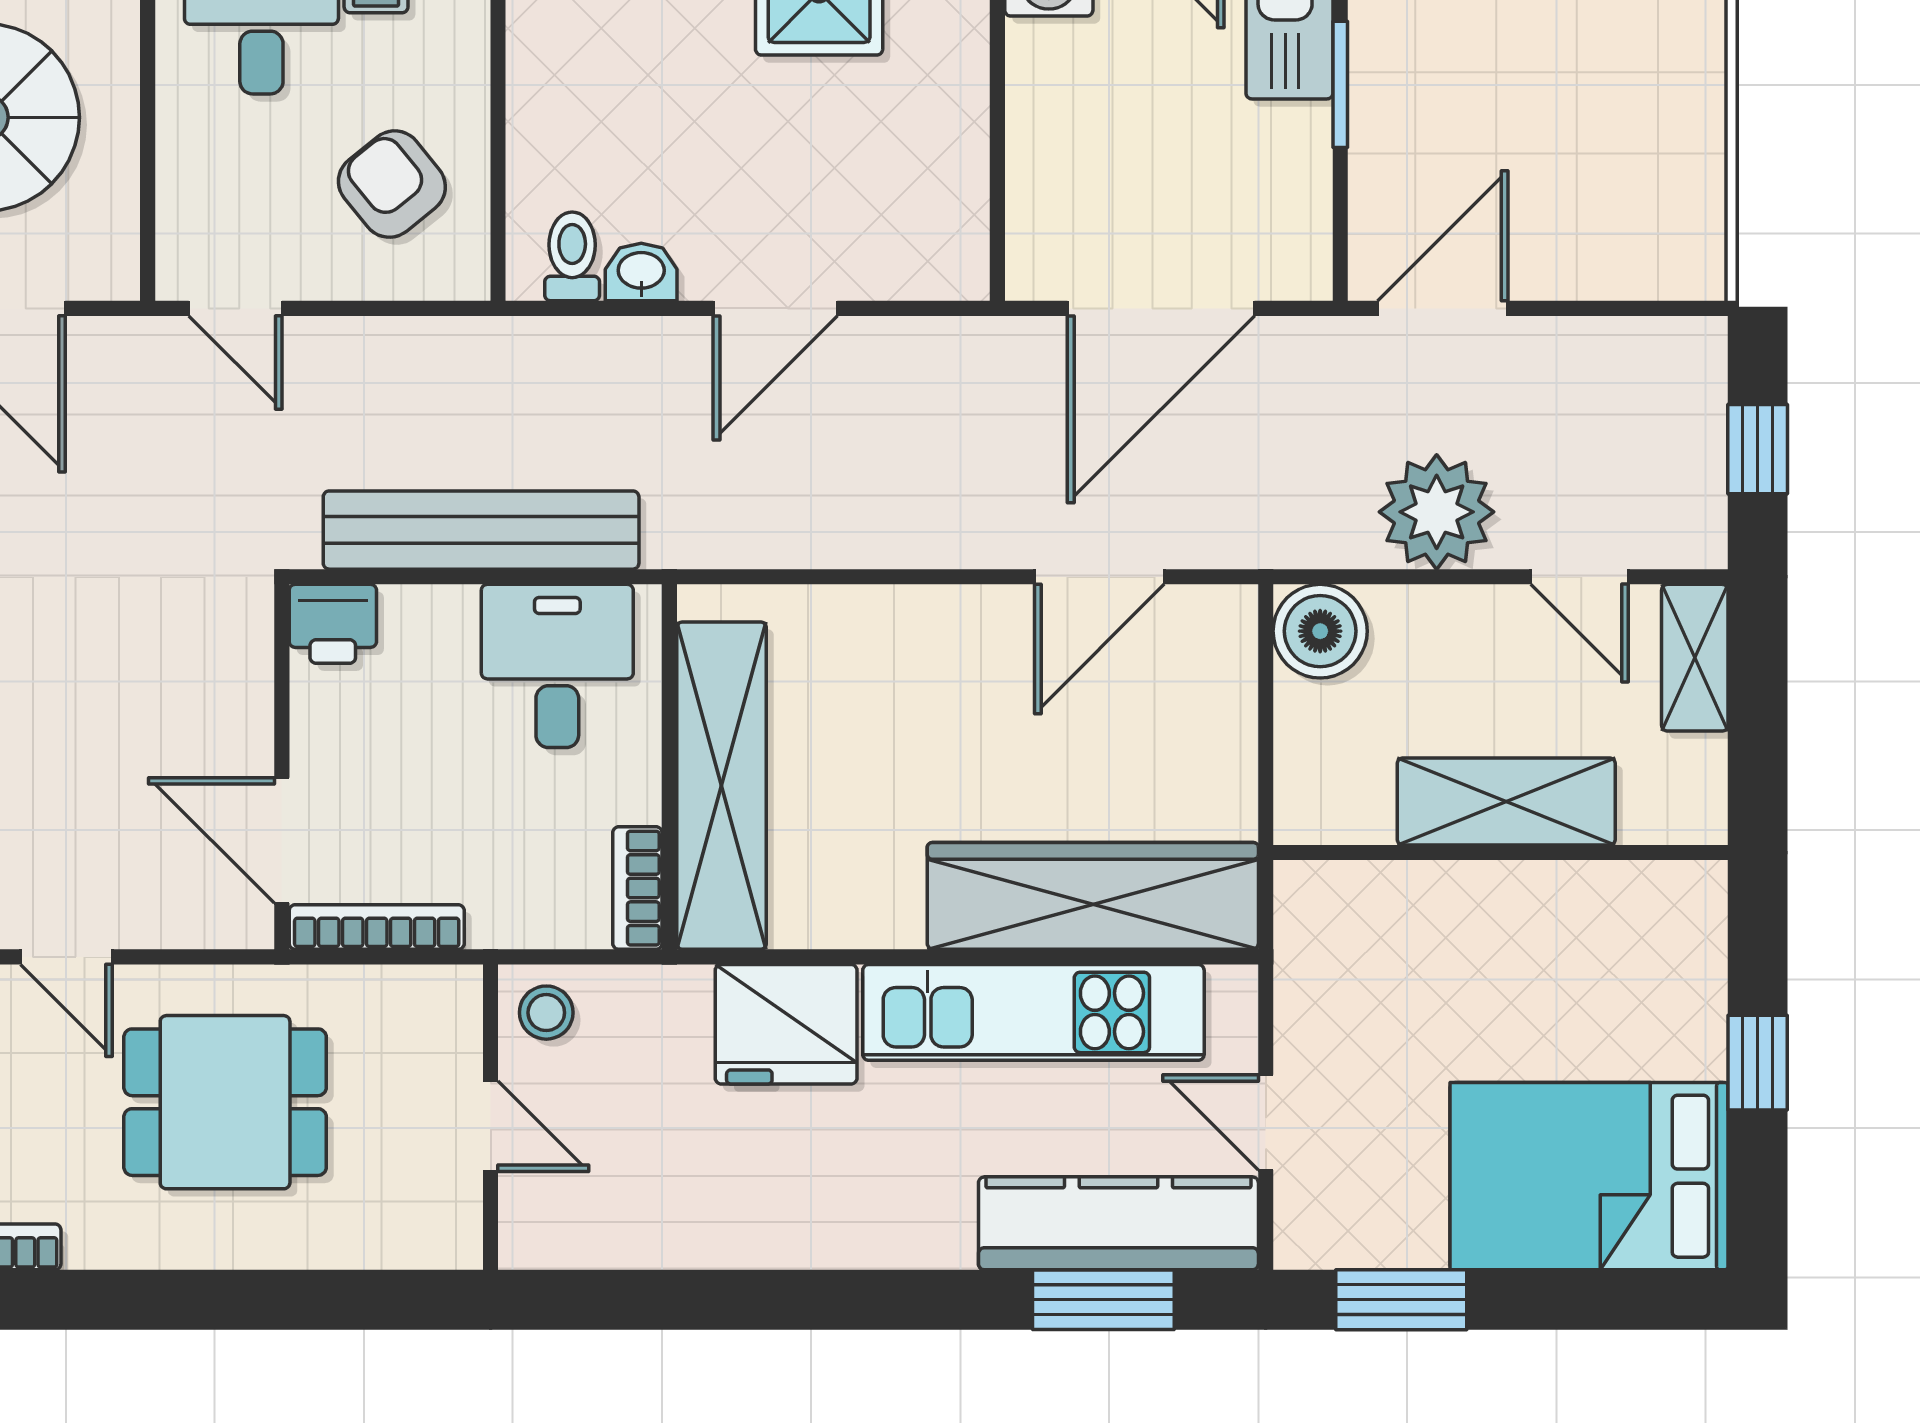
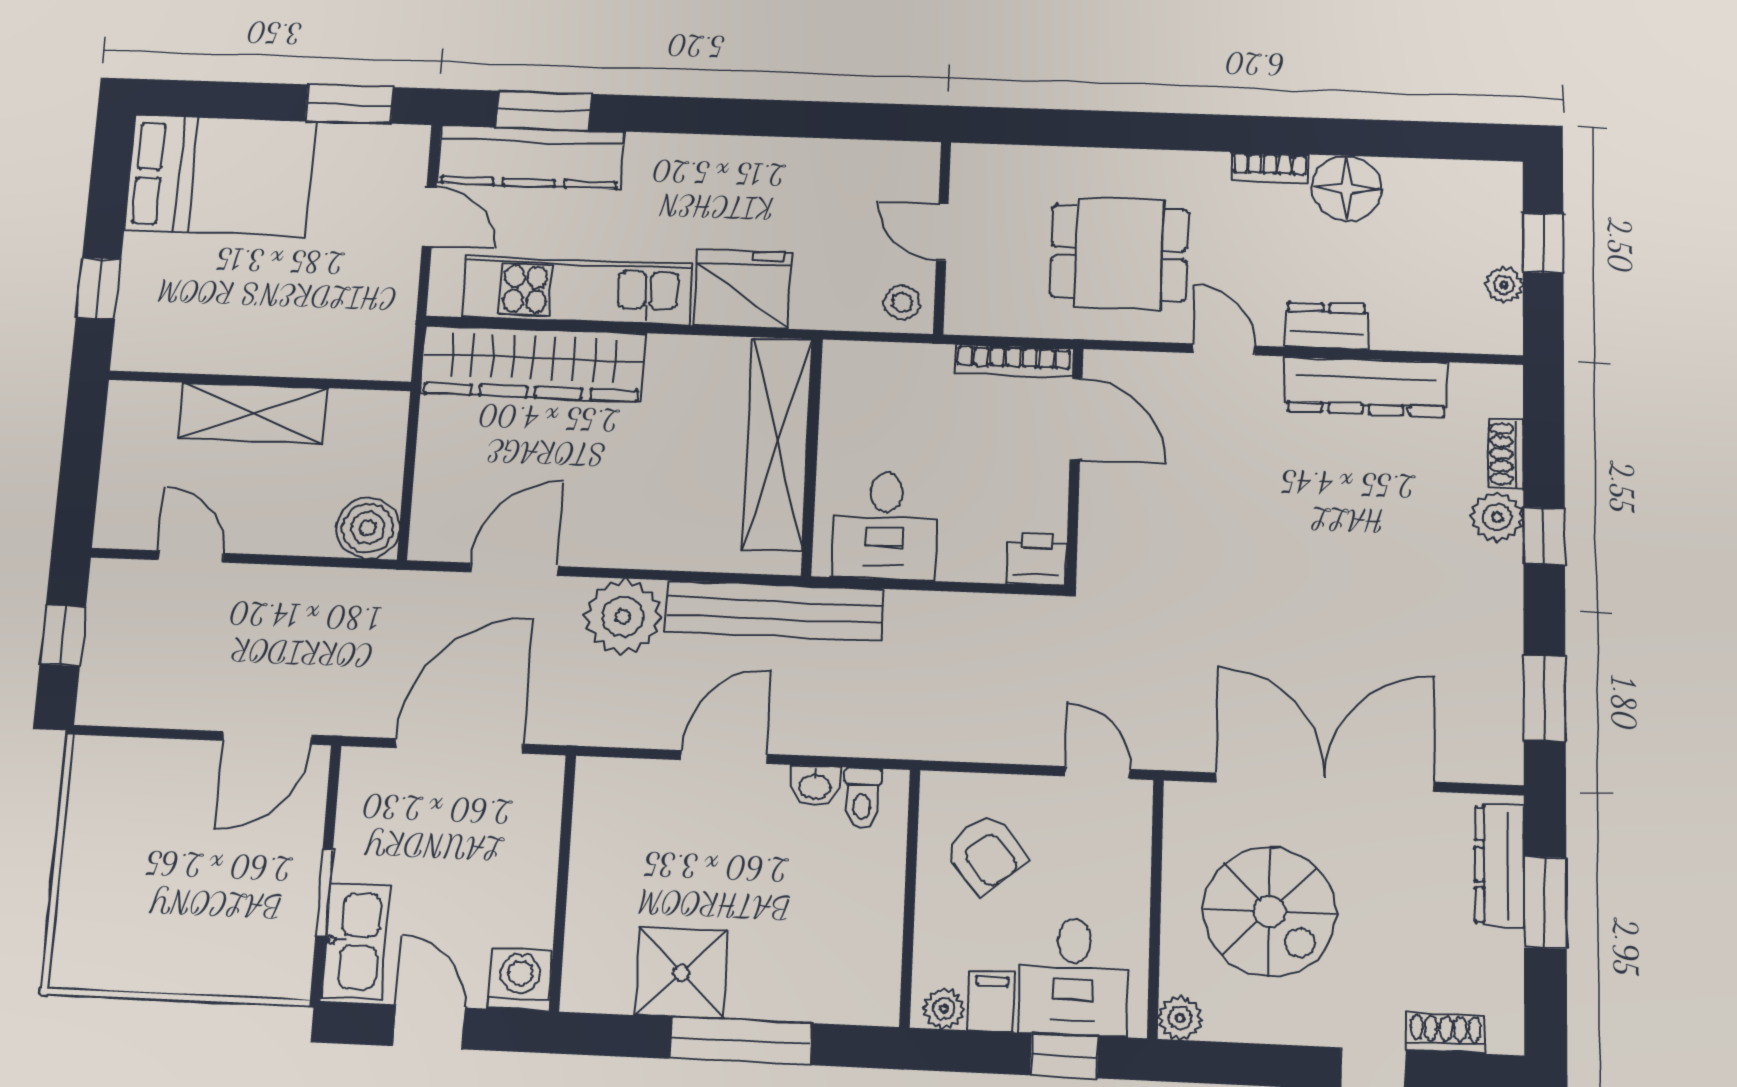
plant: (1437, 512) -> (623, 616), moved
bench: (481, 530) -> (774, 611), moved
shelving: (1695, 658) -> (119, 501), removed
bookcase: (637, 888) -> (837, 379), removed
window: (1758, 1063) -> (99, 288), moved

